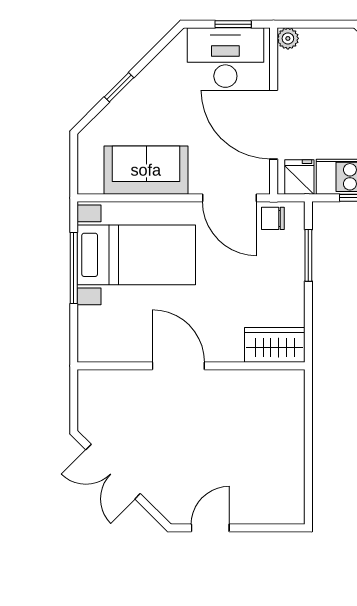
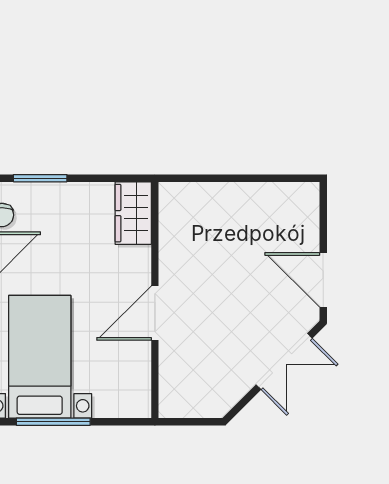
double door: (113, 472) -> (284, 361), moved
door: (210, 528) -> (323, 280), width x1.37

